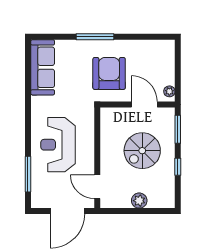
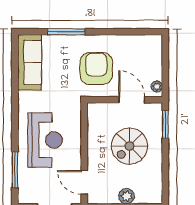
window: (95, 37) -> (66, 32), moved
reception desk: (58, 145) -> (45, 140), turned 180
window: (178, 167) -> (165, 162), removed

